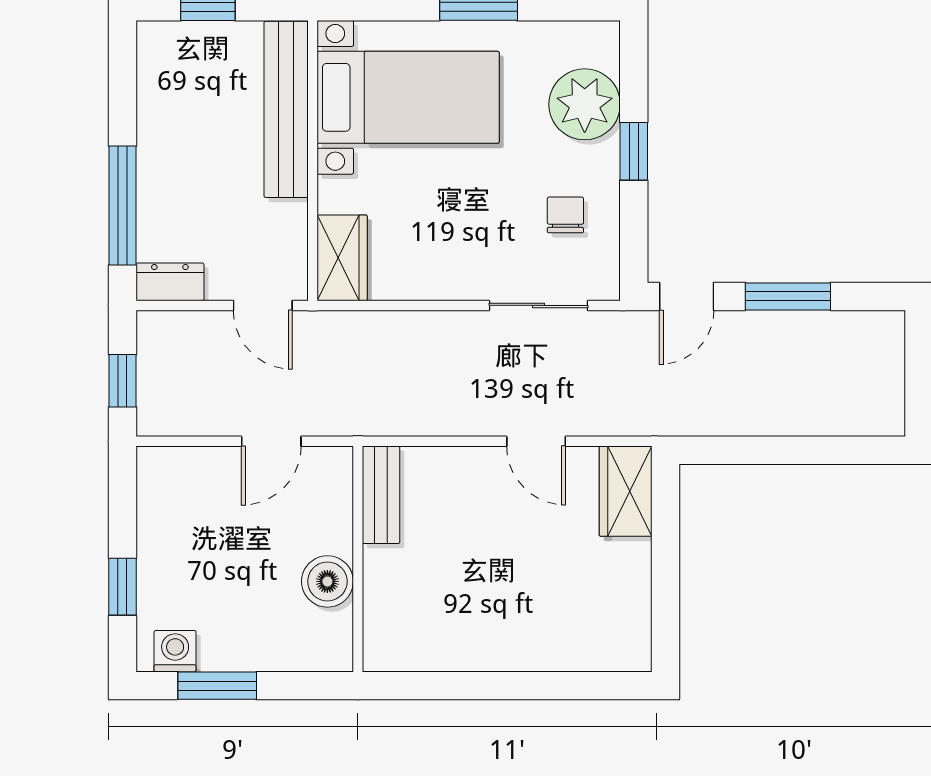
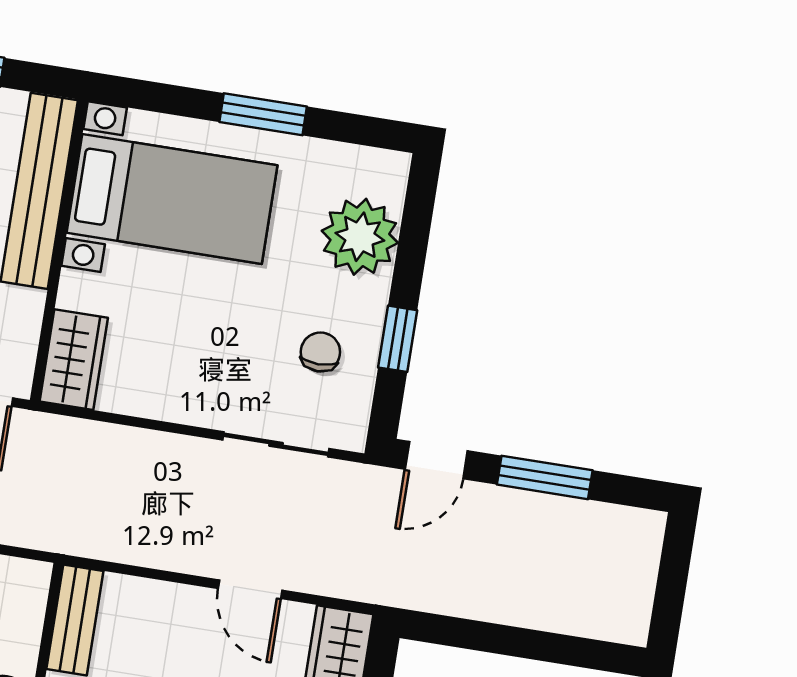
window: (634, 151) -> (398, 339), moved

